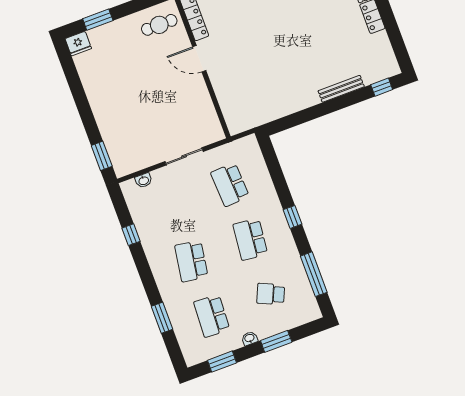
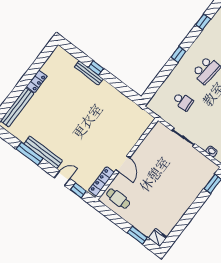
window: (382, 87) -> (96, 68), moved
school desk: (230, 185) -> (183, 101), width x0.54
window: (314, 274) -> (203, 22), width x0.46

